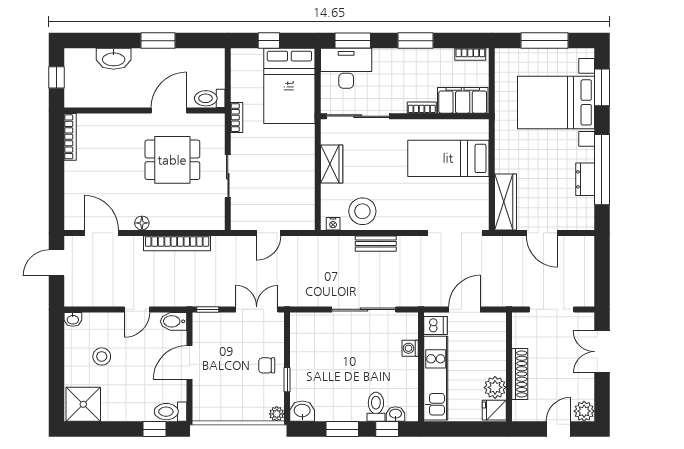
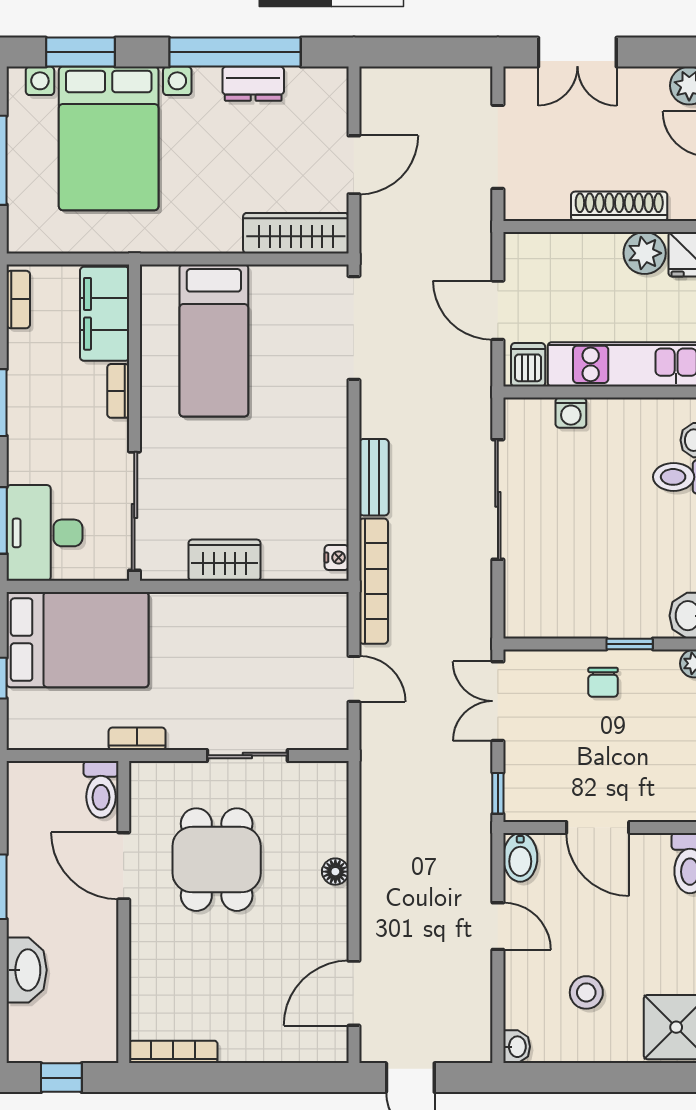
stool: (362, 211) -> (313, 502), removed
floor lamp: (142, 223) -> (335, 872), moved
bookcase: (177, 243) -> (374, 581), moved

